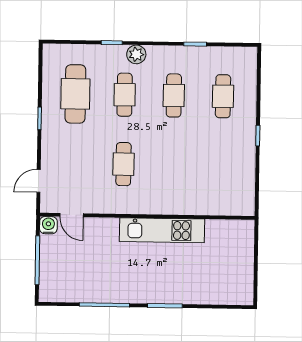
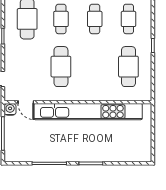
cafe table: (124, 164) -> (61, 67), width x1.37, depth x1.35
cafe table: (222, 166) -> (128, 67), added
kitchen unit: (162, 230) -> (88, 112), width x1.86

